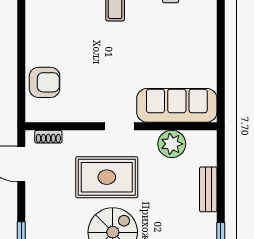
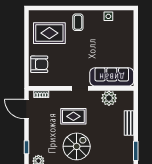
rug: (63, 25) -> (49, 33), added
rug: (107, 177) -> (73, 116), width x0.73, depth x0.70

